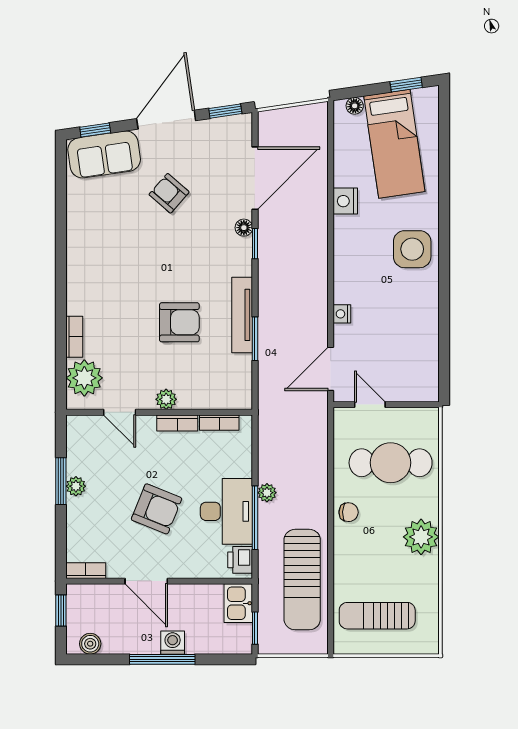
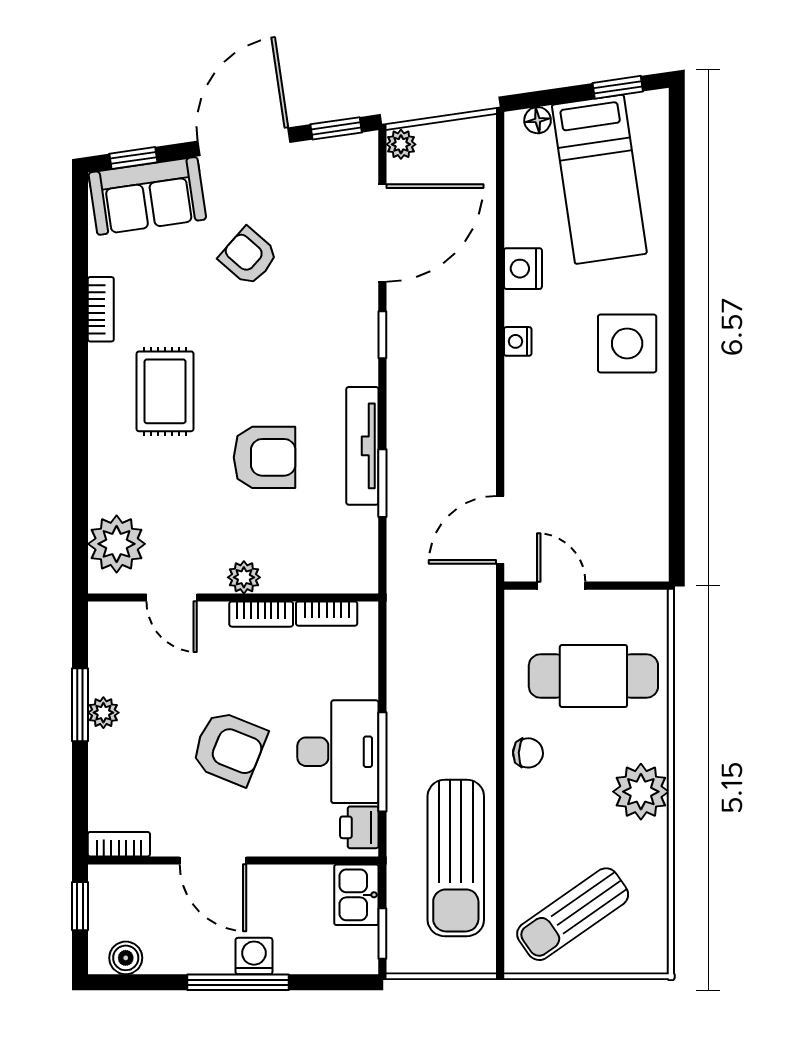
floor lamp: (244, 228) -> (365, 310), removed
rug: (115, 280) -> (165, 391), added
nightstand: (342, 314) -> (518, 341), moved
bookcase: (74, 337) -> (101, 309), moved
plant: (267, 493) -> (401, 144), moved
sun lounger: (377, 616) -> (573, 914), turned -35

